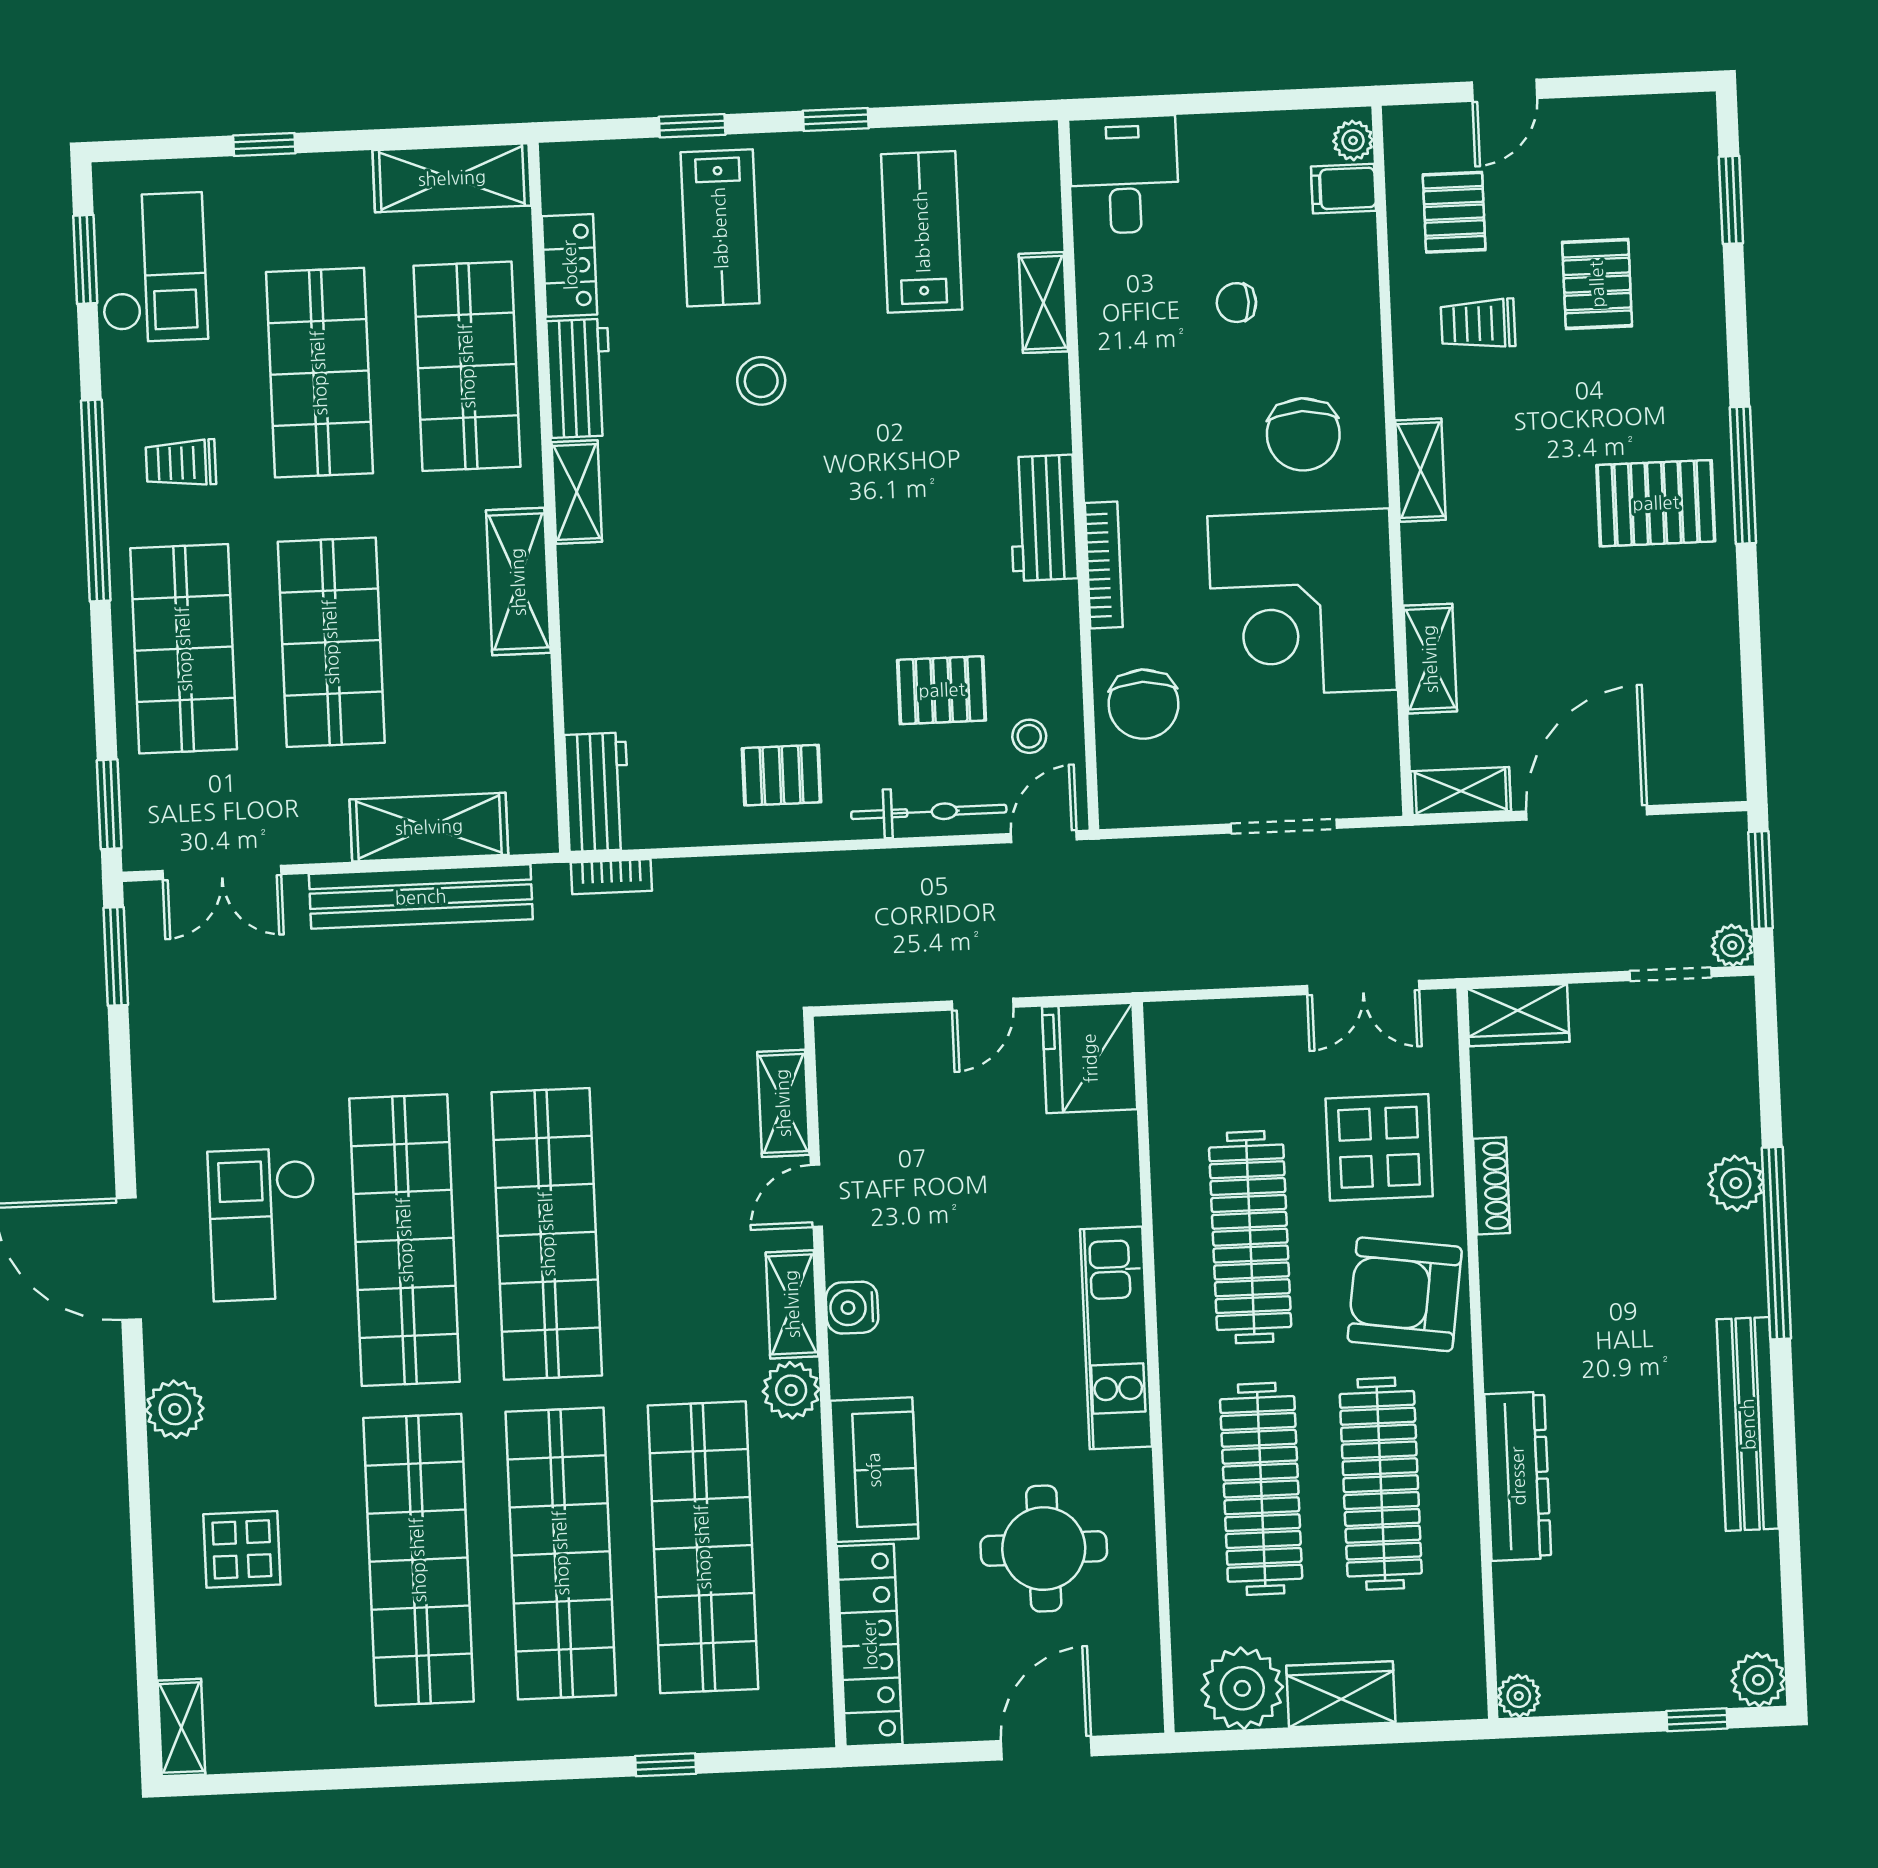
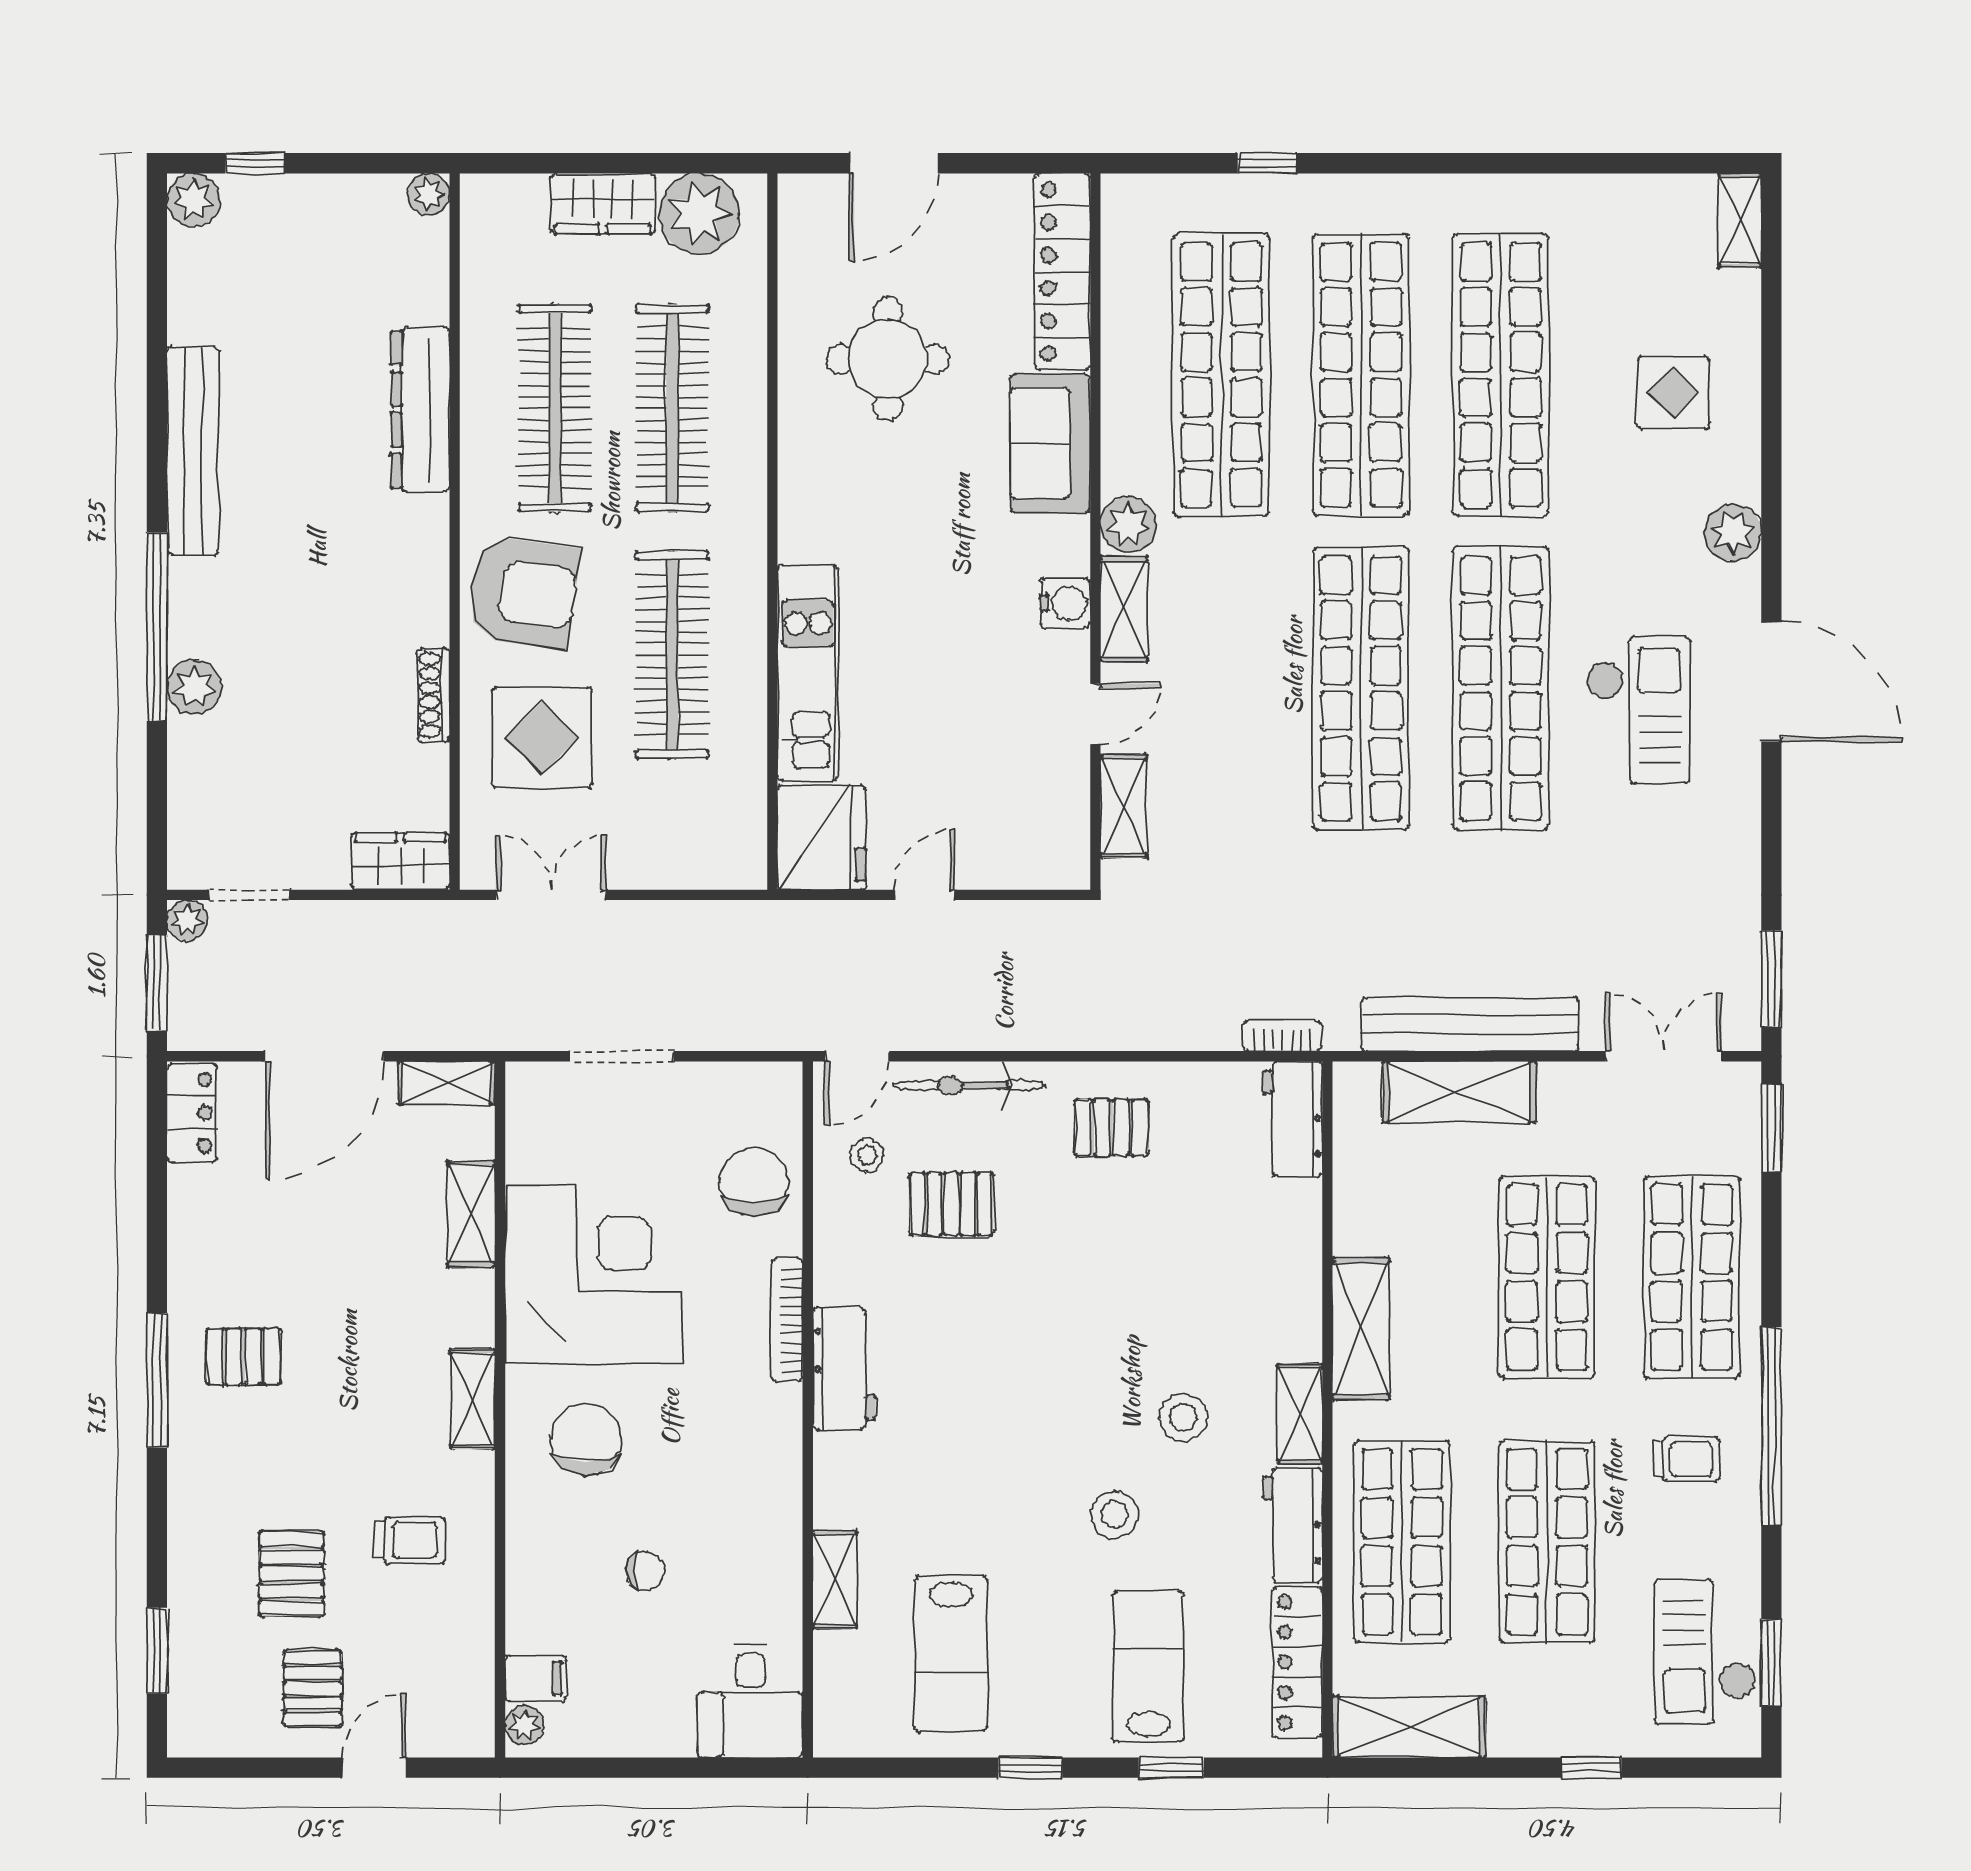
pallet: (1454, 212) -> (313, 1689), moved
locker: (570, 265) -> (1297, 1662), width x1.53
stool: (696, 483) -> (1183, 1417), added
pallet: (1656, 503) -> (243, 1357), width x0.67, depth x0.71
locker: (1719, 750) -> (192, 1113), added
kitchen unit: (1116, 1338) -> (808, 673), moved

